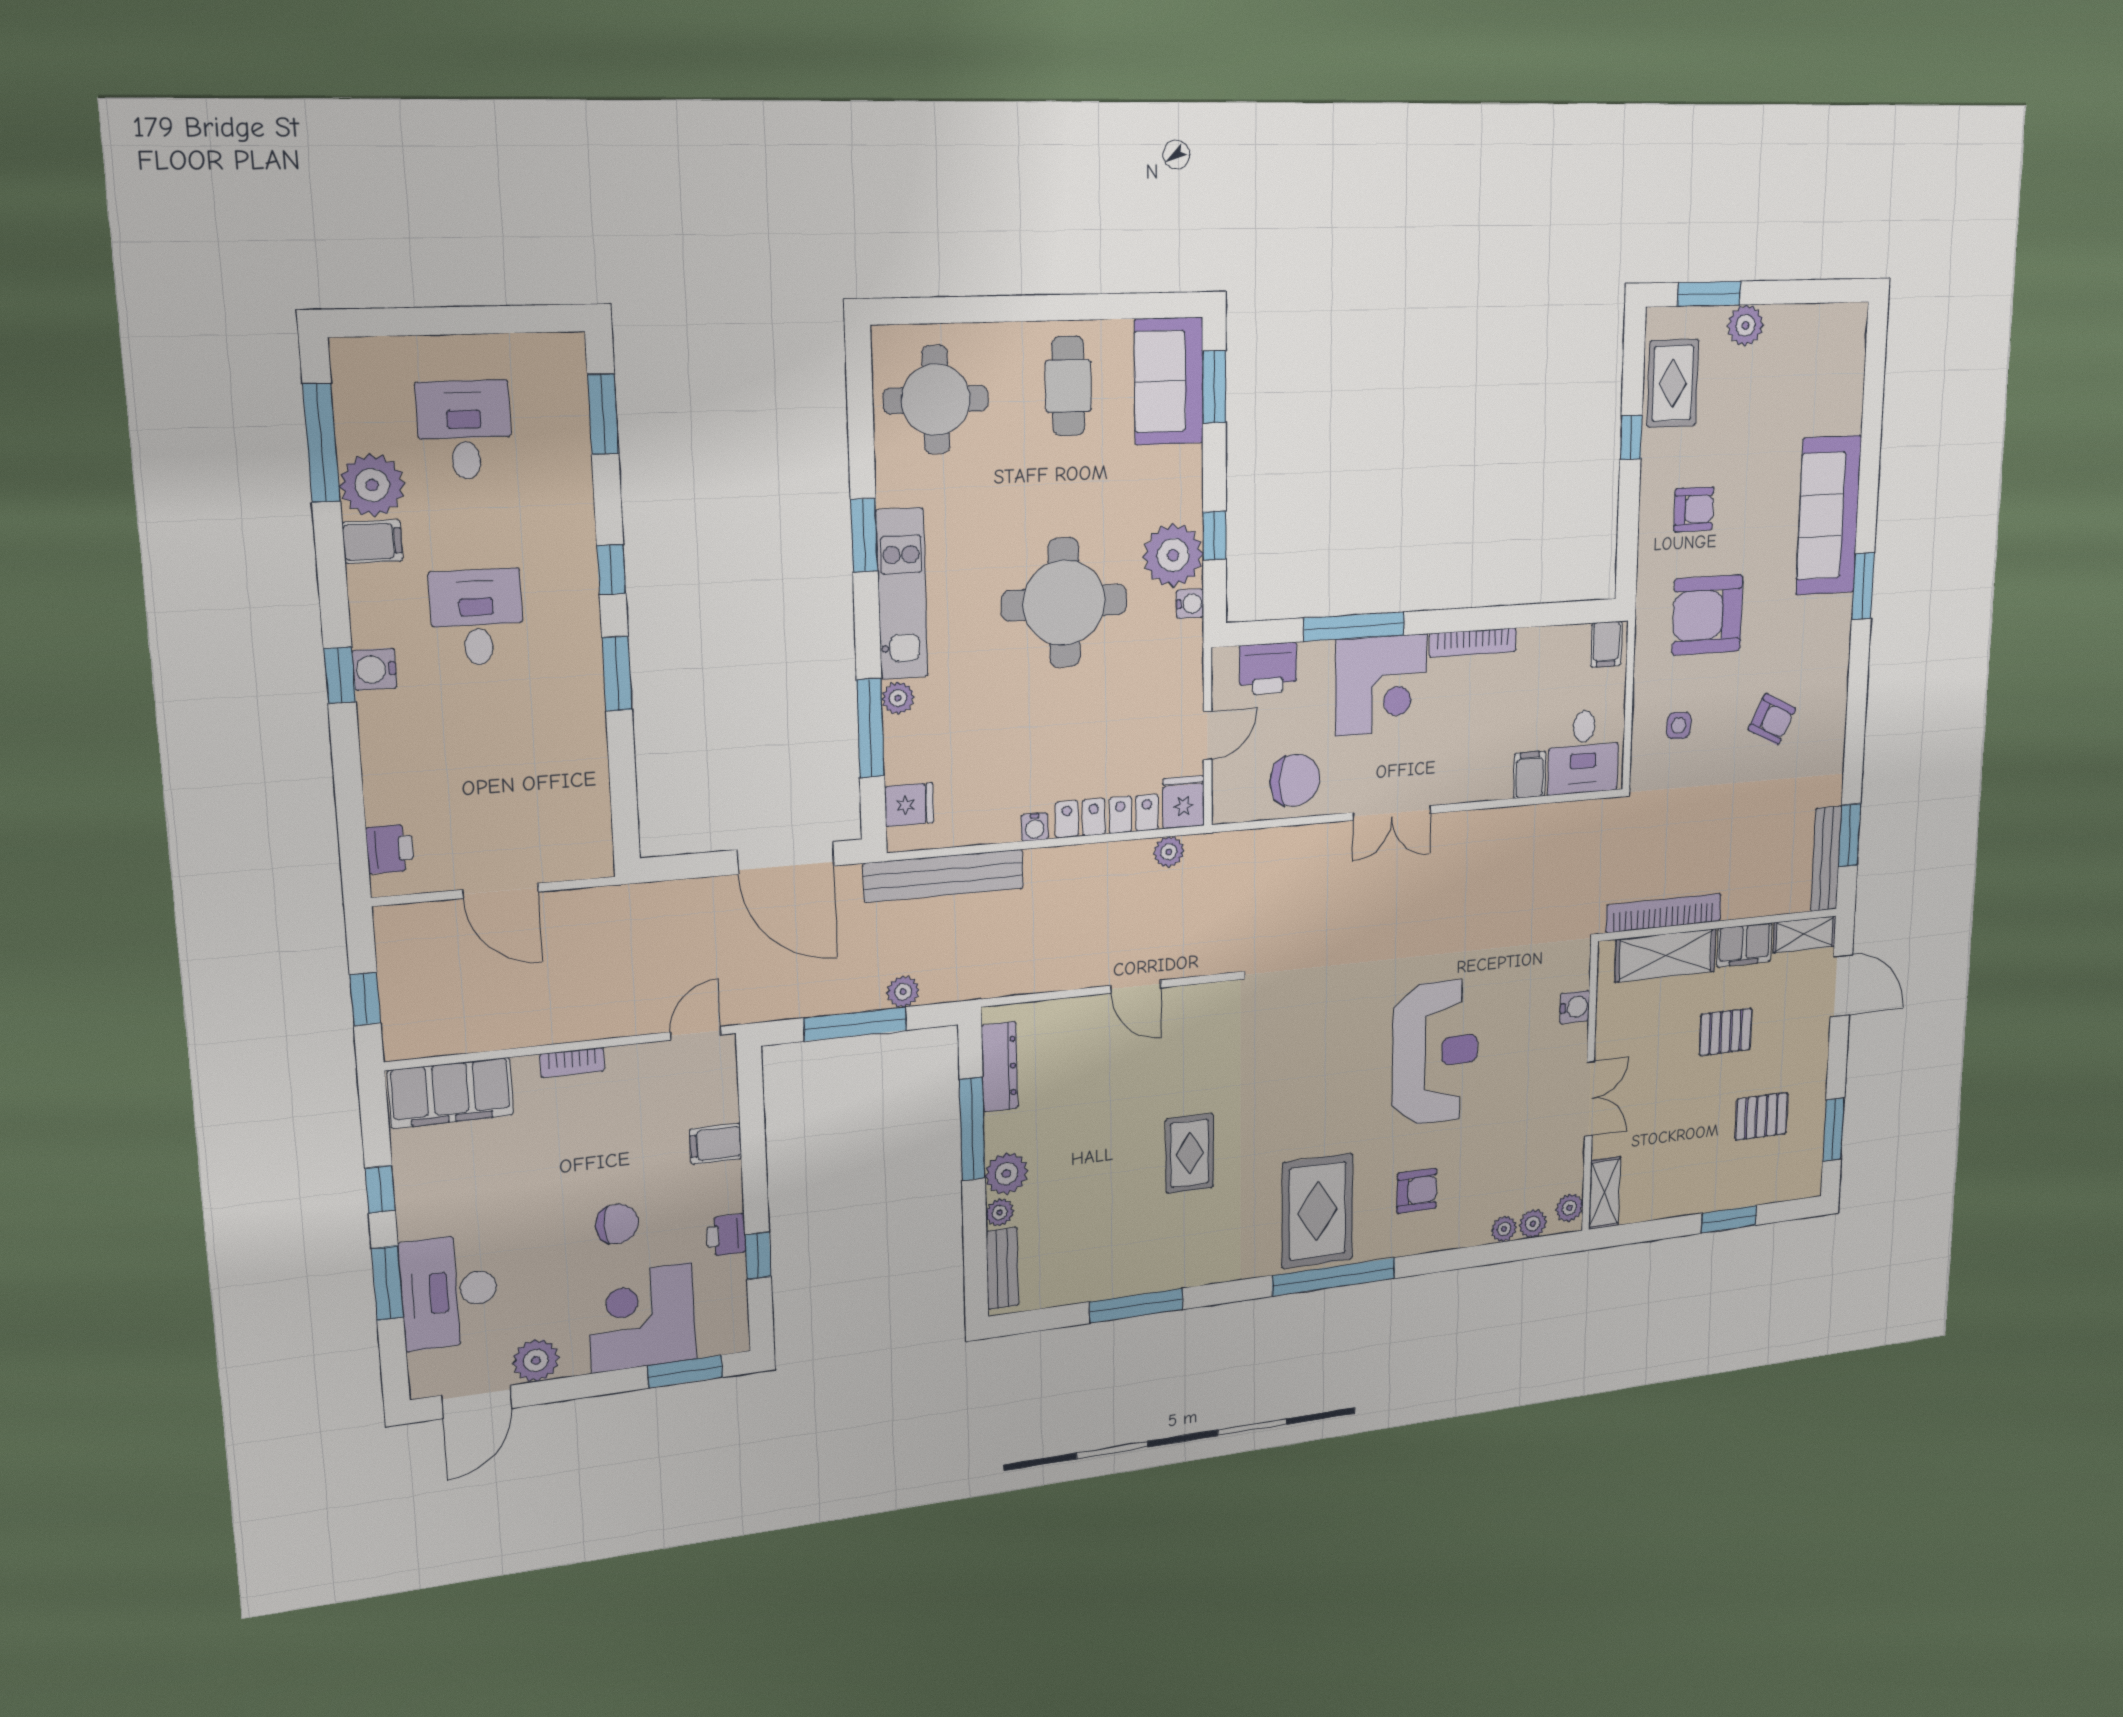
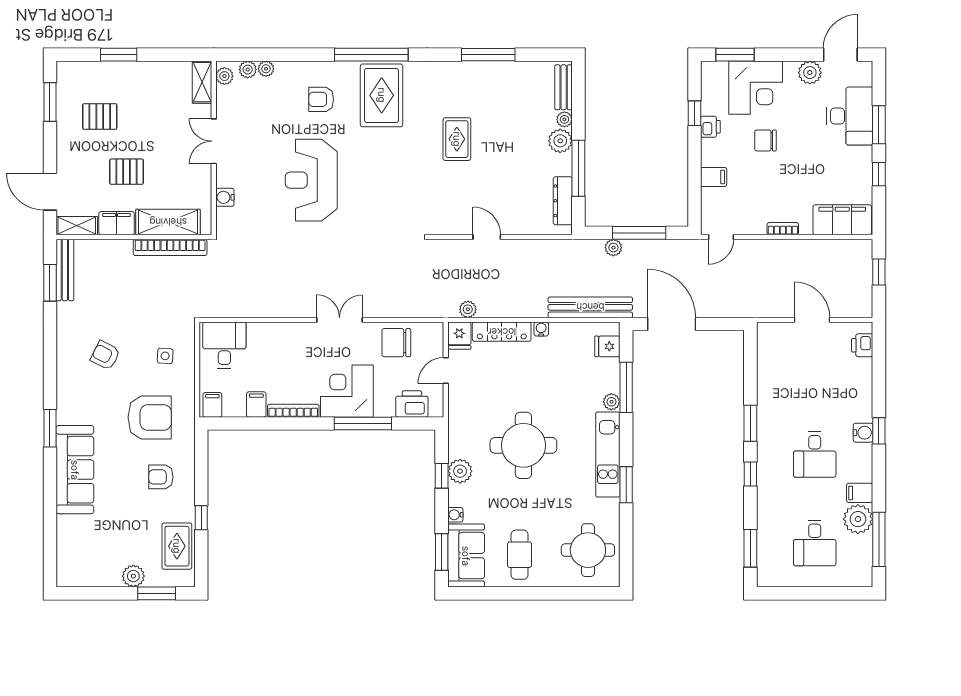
plant: (1173, 555) -> (460, 471), width x0.73, depth x0.73
water cooler: (1190, 604) -> (455, 515), moved
filing cabinet: (1530, 775) -> (256, 405), moved, turned 180

